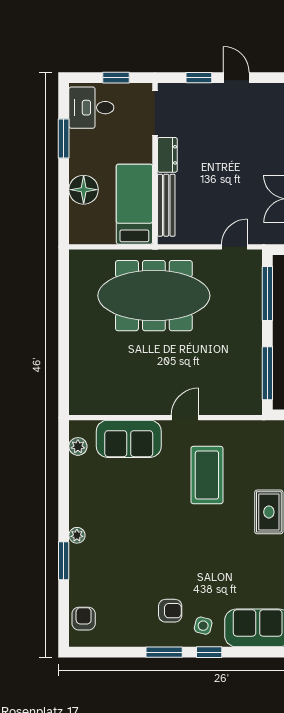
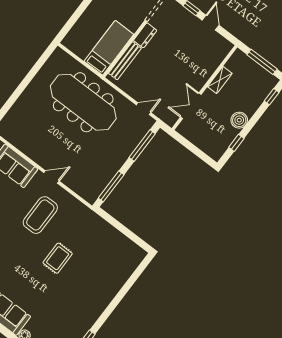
floor lamp: (84, 190) -> (89, 21), removed

